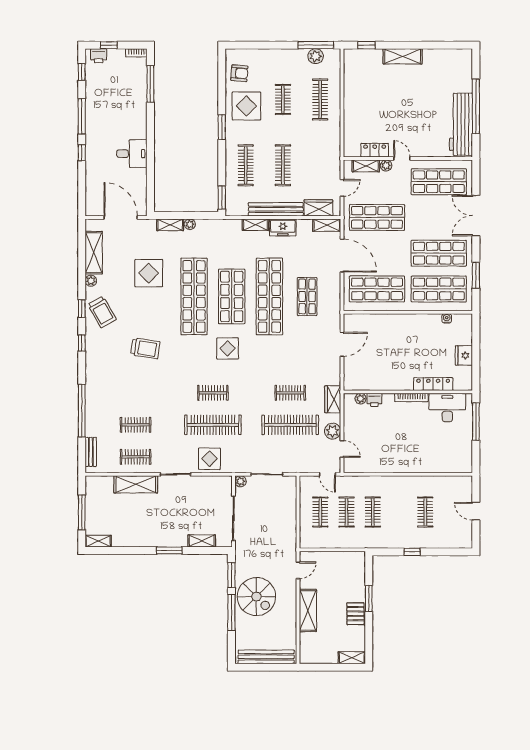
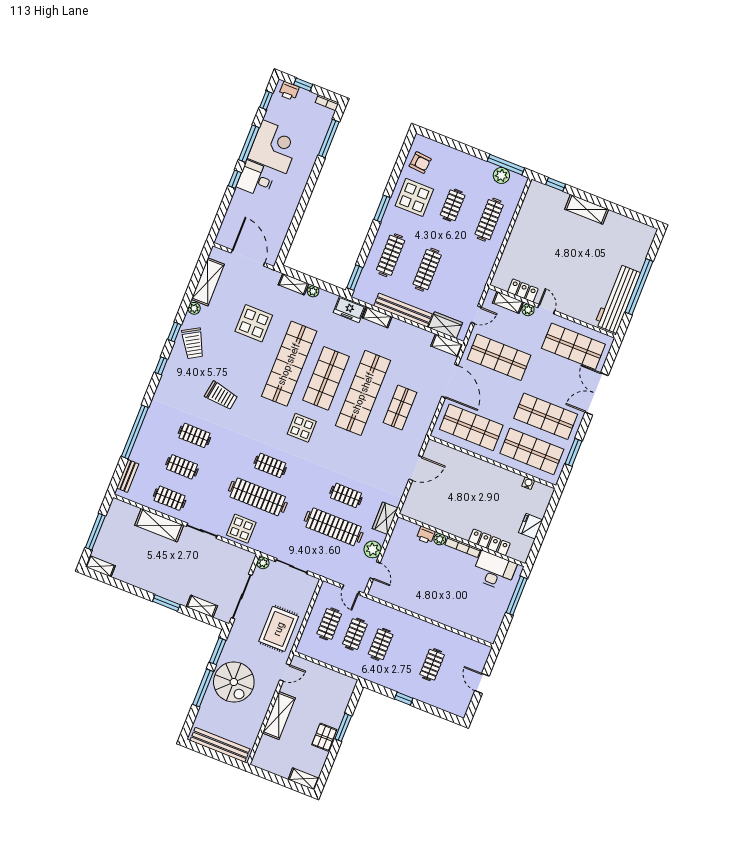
corner desk: (105, 110) -> (274, 147), added
desk: (132, 154) -> (256, 179), moved, turned 180
freezer: (283, 227) -> (349, 309), moved
clothes rail: (136, 393) -> (194, 435), added
plant: (361, 399) -> (440, 539), moved
rug: (277, 534) -> (279, 629), added

